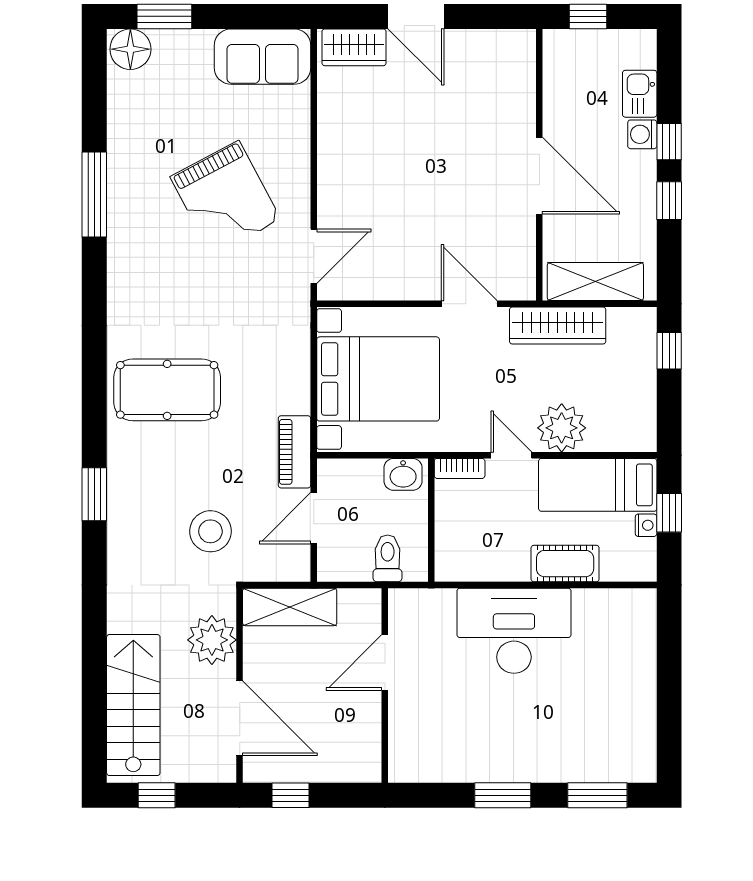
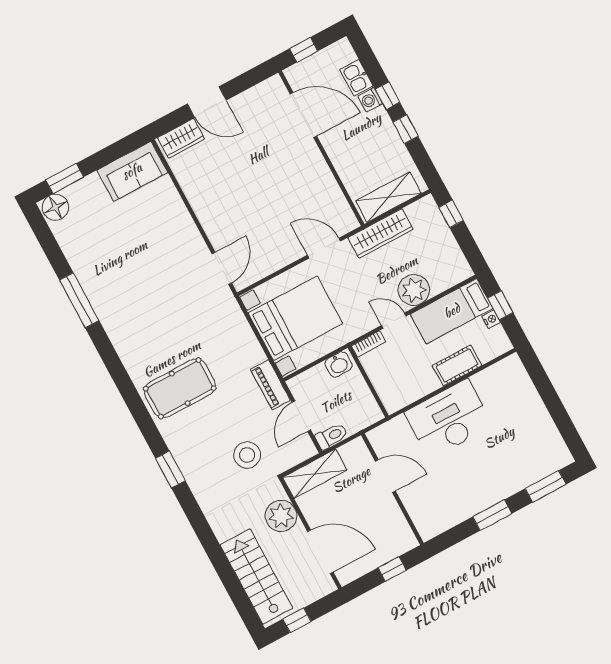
door: (539, 176) -> (303, 115), moved
grand piano: (225, 198) -> (154, 262), removed
toilet: (388, 558) -> (331, 436), moved, turned 90
door: (385, 662) -> (385, 476), swing flipped
window: (291, 795) -> (392, 569), moved

